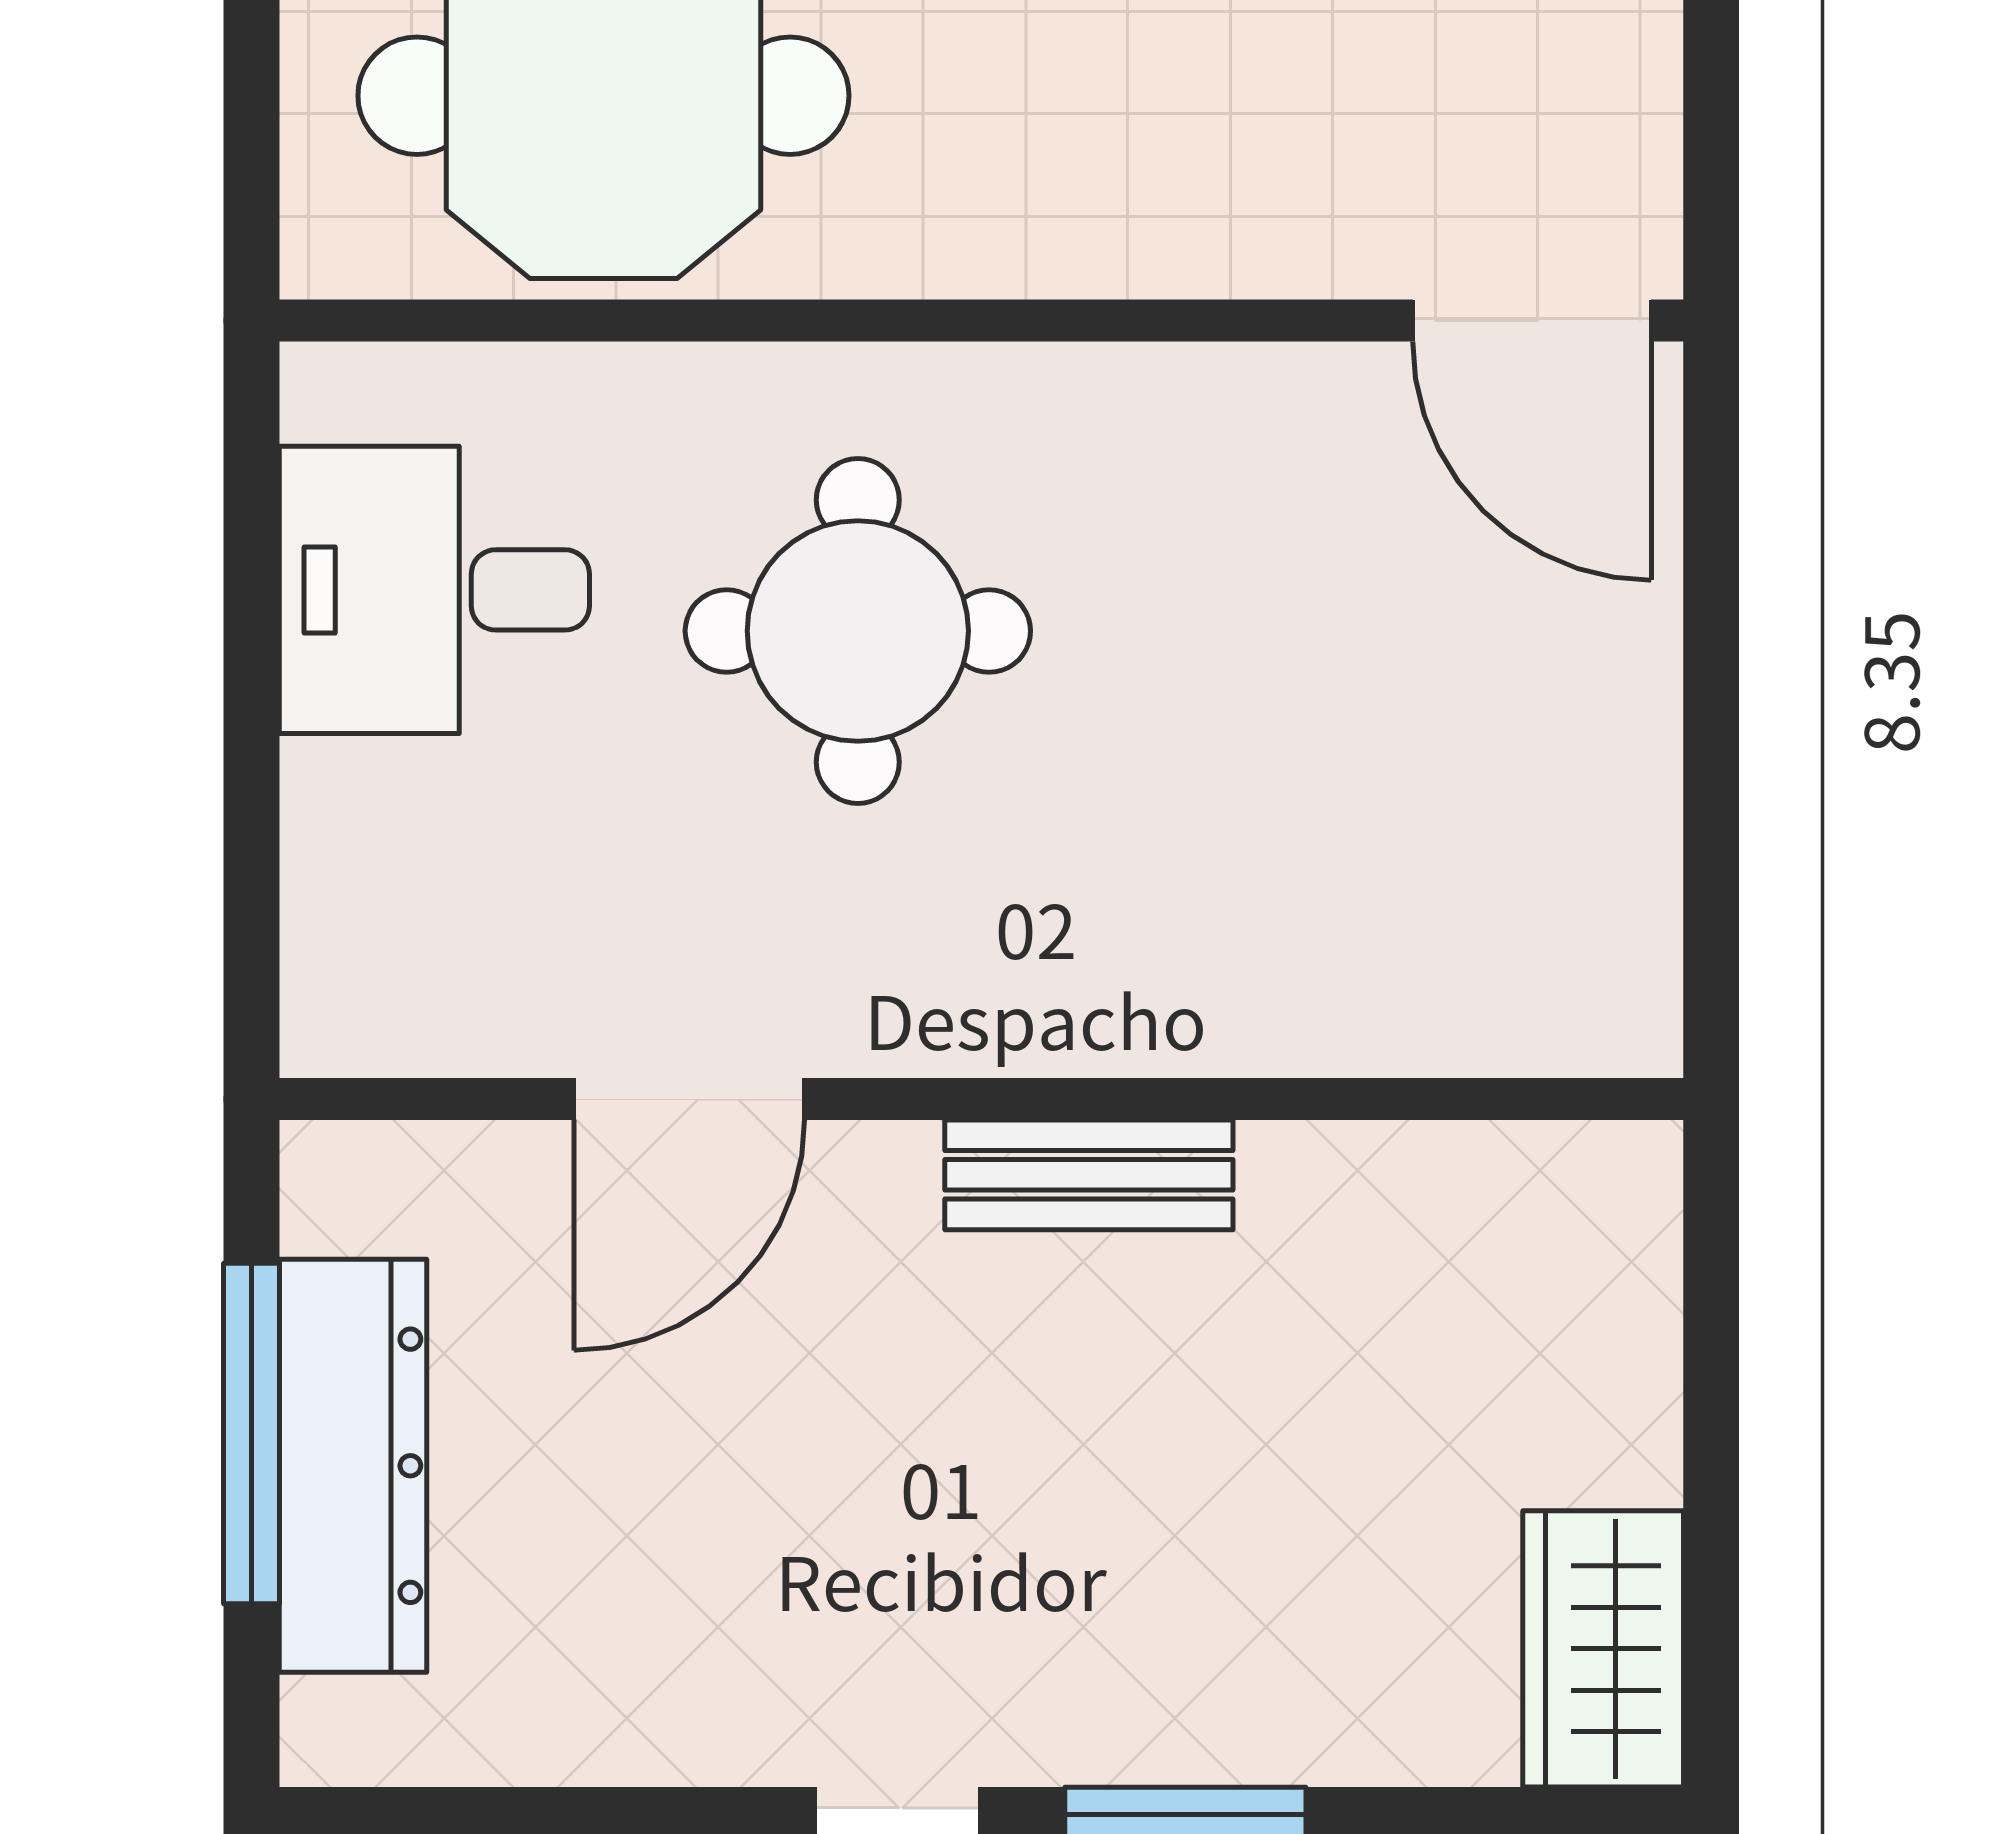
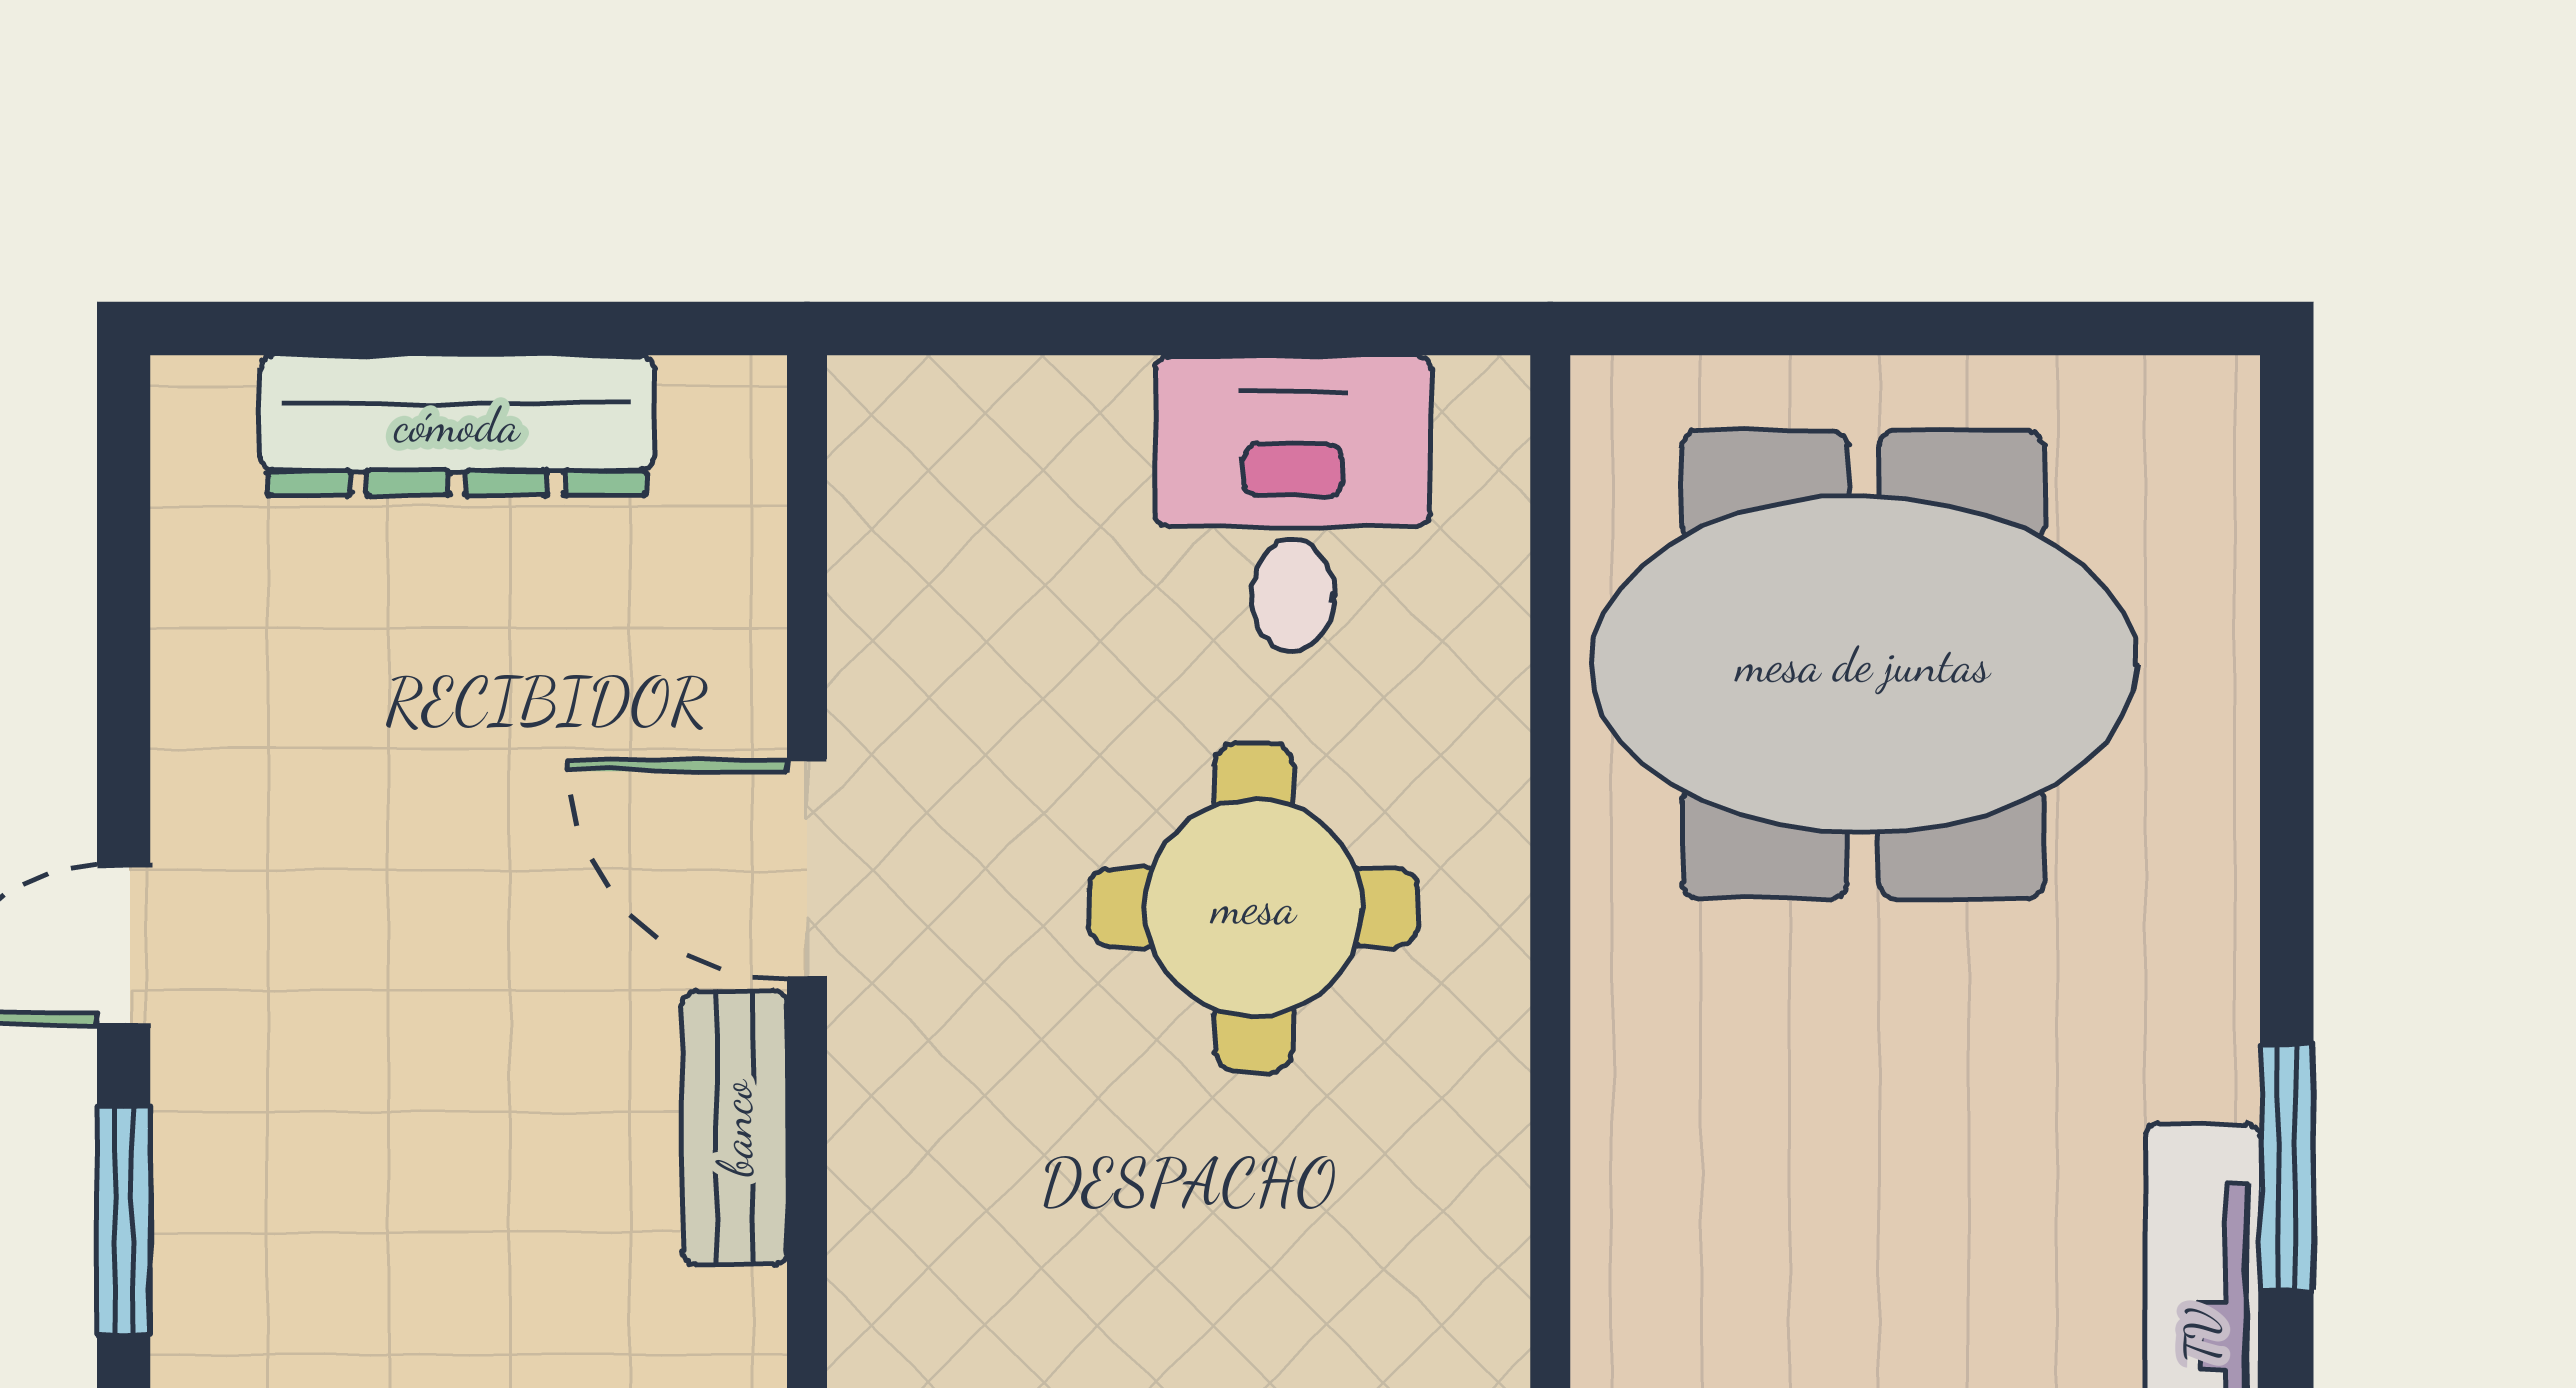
door: (689, 1099) -> (807, 869), moved
window: (251, 1434) -> (488, 328), removed

